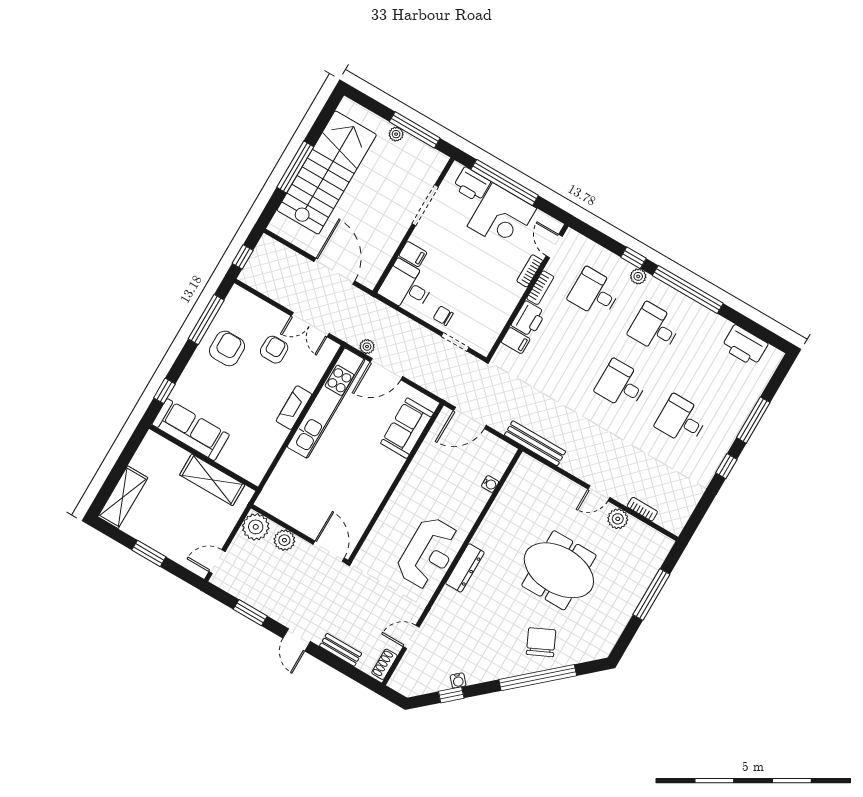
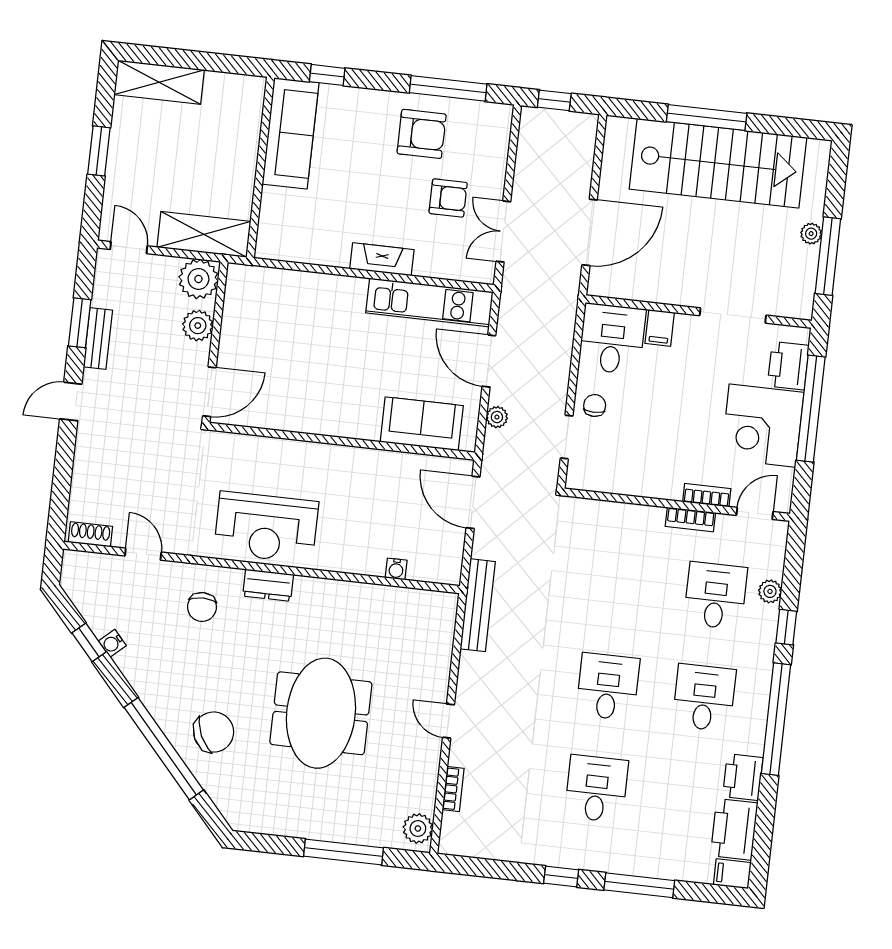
plant: (638, 276) -> (770, 591), moved
printer: (529, 319) -> (743, 777), moved, turned 90
filing cabinet: (516, 341) -> (732, 874), moved, turned 90
plant: (367, 347) -> (497, 417), moved
kitchen unit: (326, 403) -> (429, 302), width x0.73
shelving: (212, 480) -> (204, 234), moved, turned 90
plant: (618, 519) -> (418, 828), moved
dresser: (465, 568) -> (268, 585), width x0.70
chair: (460, 615) -> (202, 607), added
bench: (341, 650) -> (98, 339), moved

